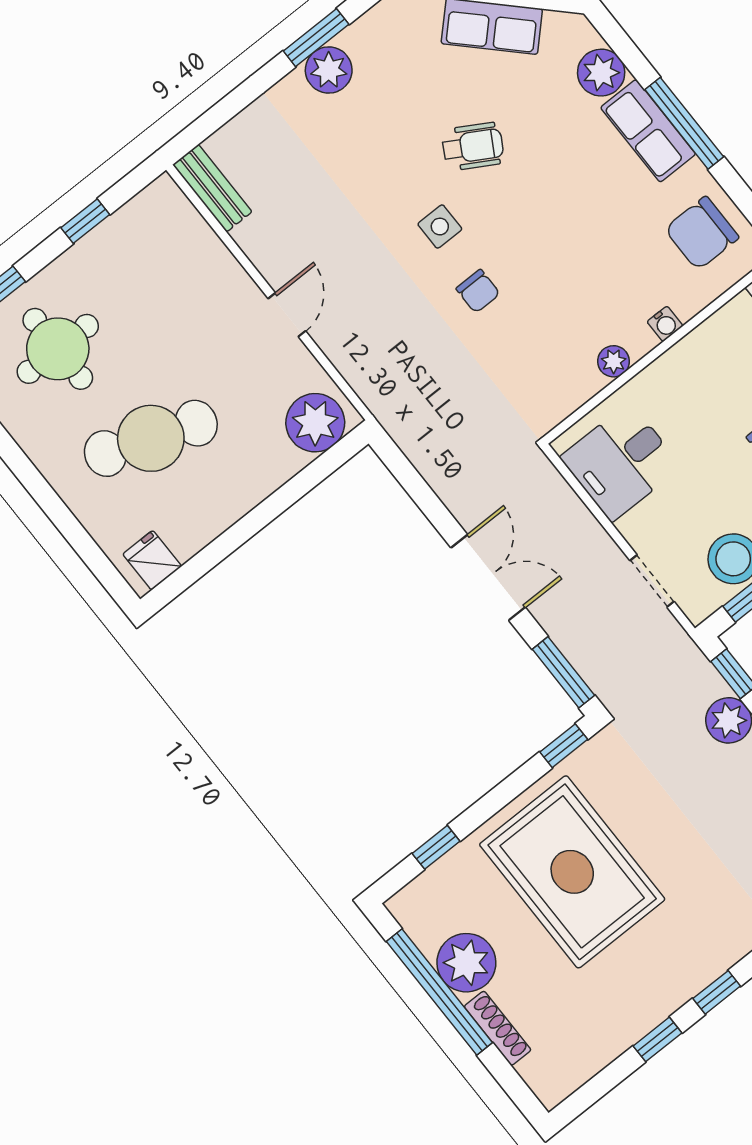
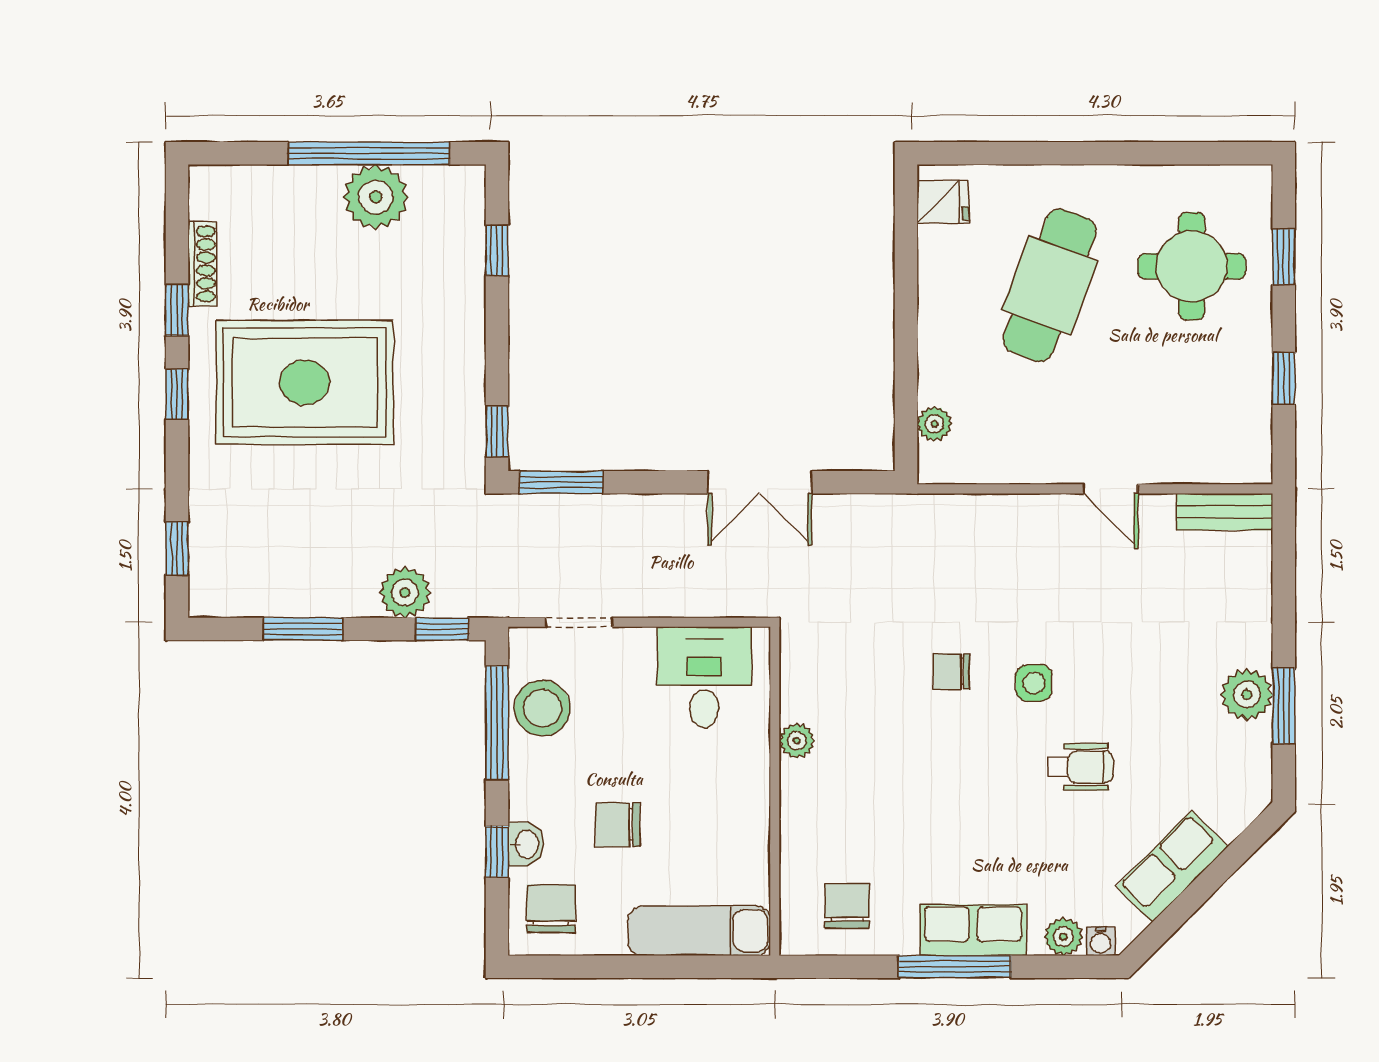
plant: (601, 73) -> (1063, 937), width x0.73, depth x0.73
wheelchair: (473, 146) -> (1081, 767), turned -120
chair: (702, 233) -> (847, 906), width x0.73, depth x0.73
door: (287, 315) -> (1111, 489), moved
water cooler: (665, 324) -> (1100, 941), moved, turned -90
plant: (315, 423) -> (934, 424), width x0.53, depth x0.53
double door: (488, 578) -> (760, 482), moved
rug: (572, 872) -> (305, 382), moved
shoe rack: (498, 1028) -> (202, 264), moved, turned -90

